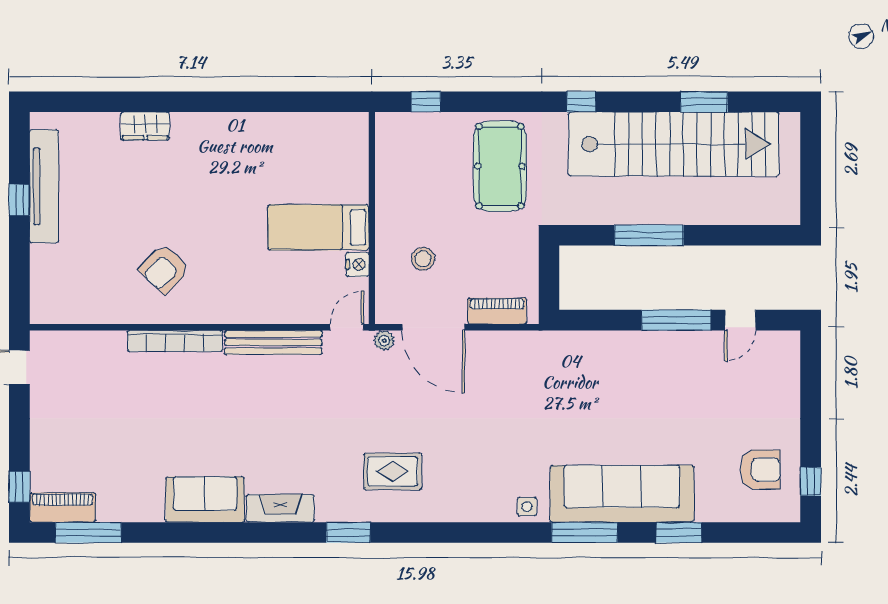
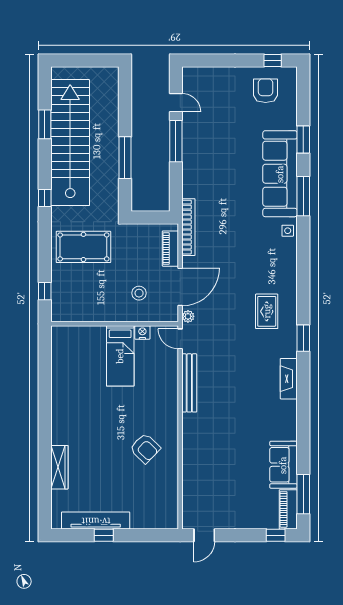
wardrobe: (145, 126) -> (59, 467), width x1.50
bookcase: (175, 341) -> (188, 227), moved
sofa: (205, 500) -> (283, 465), moved

